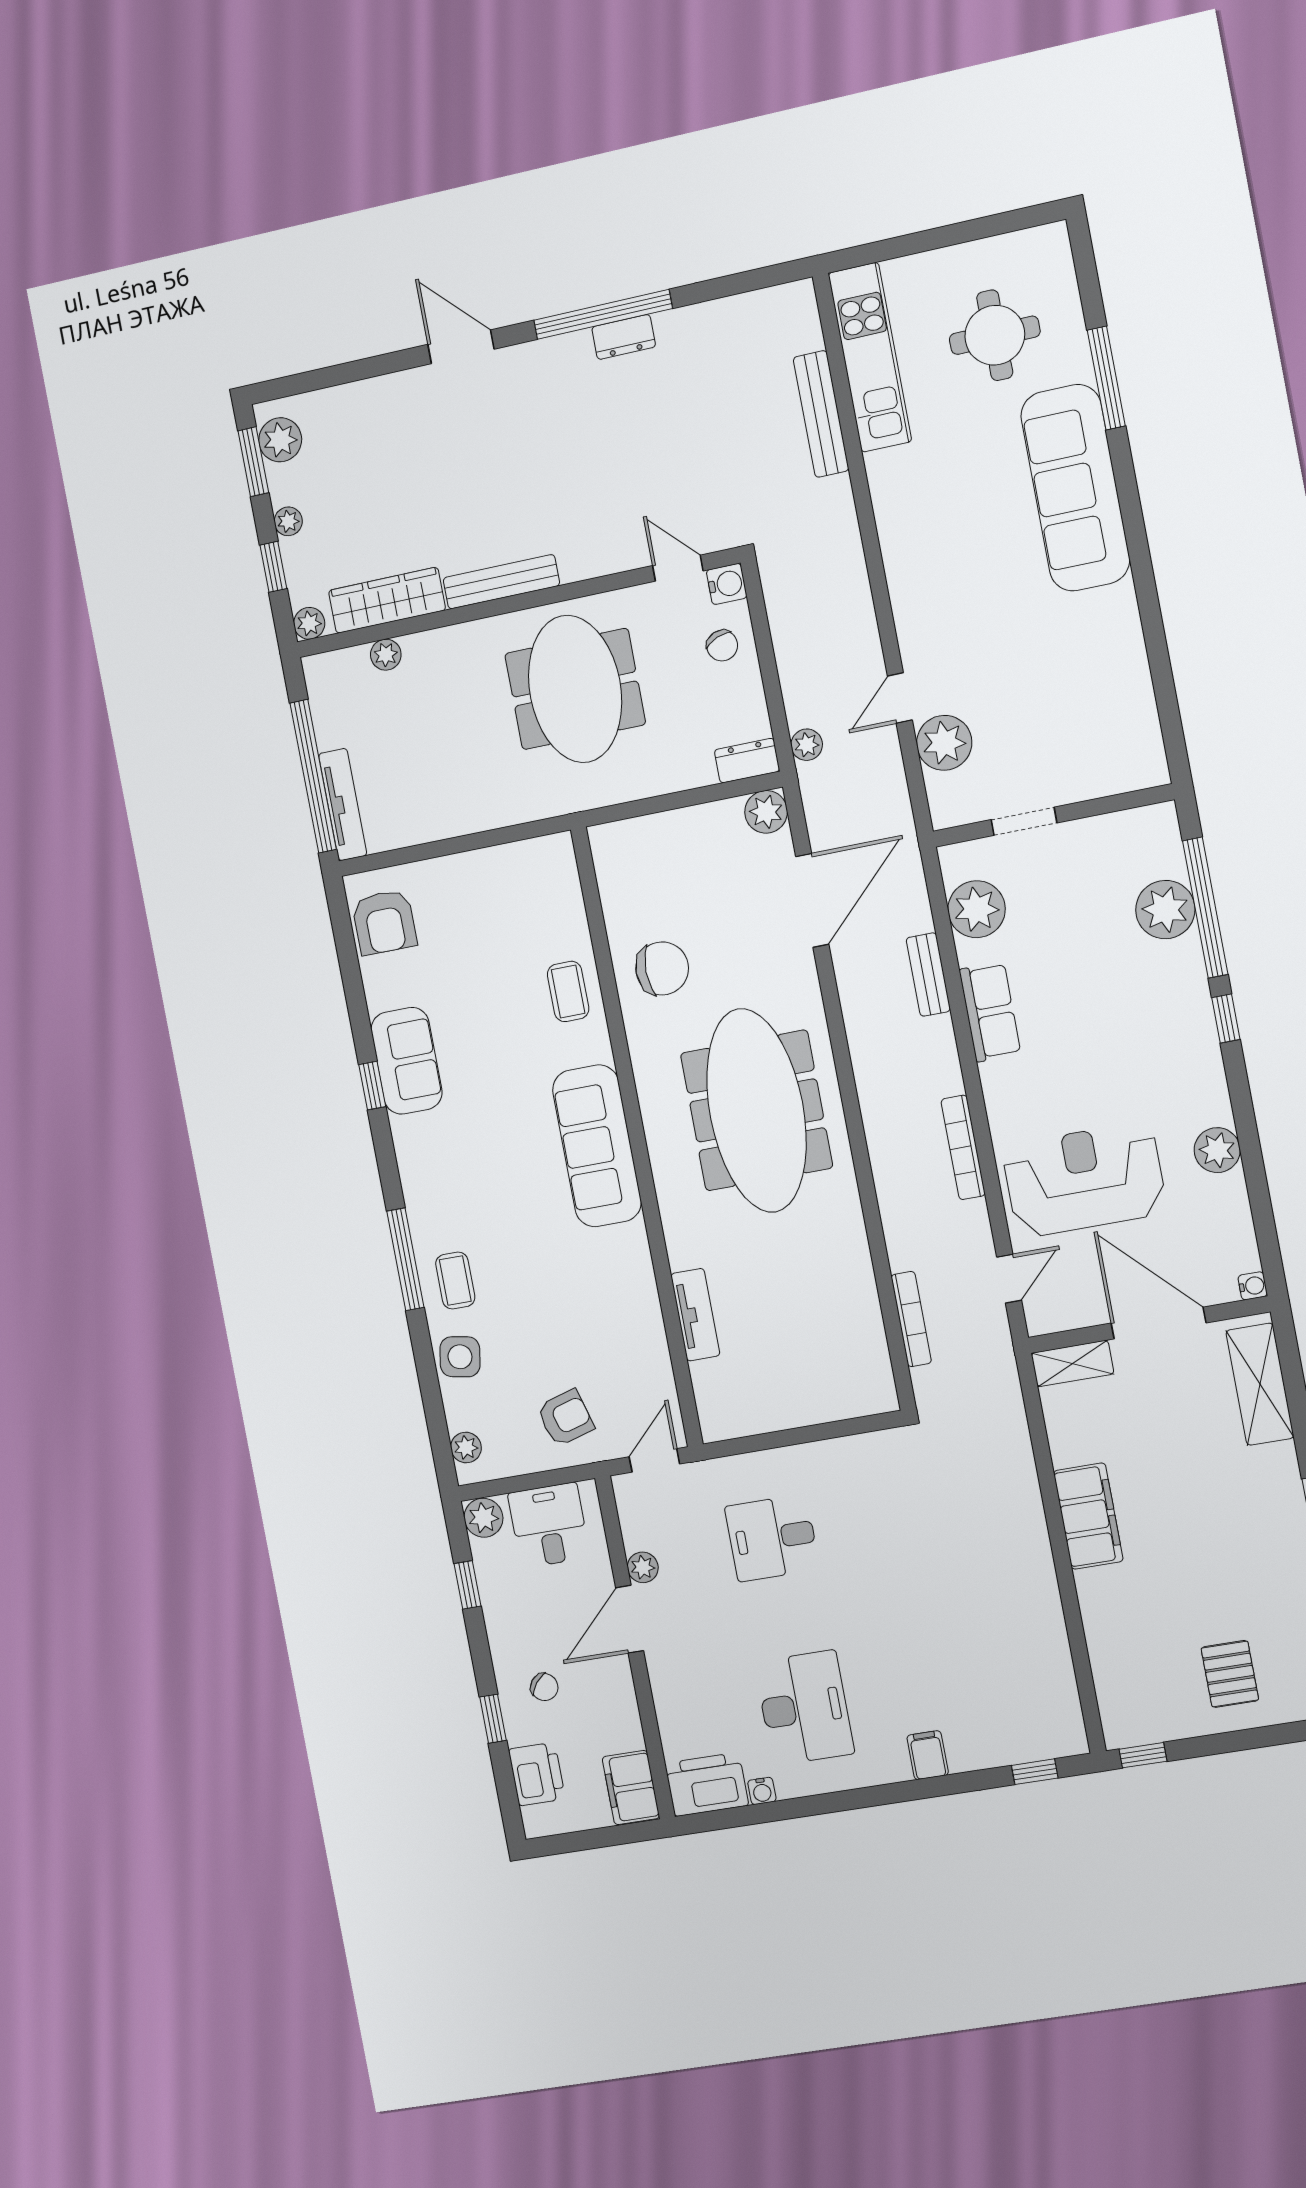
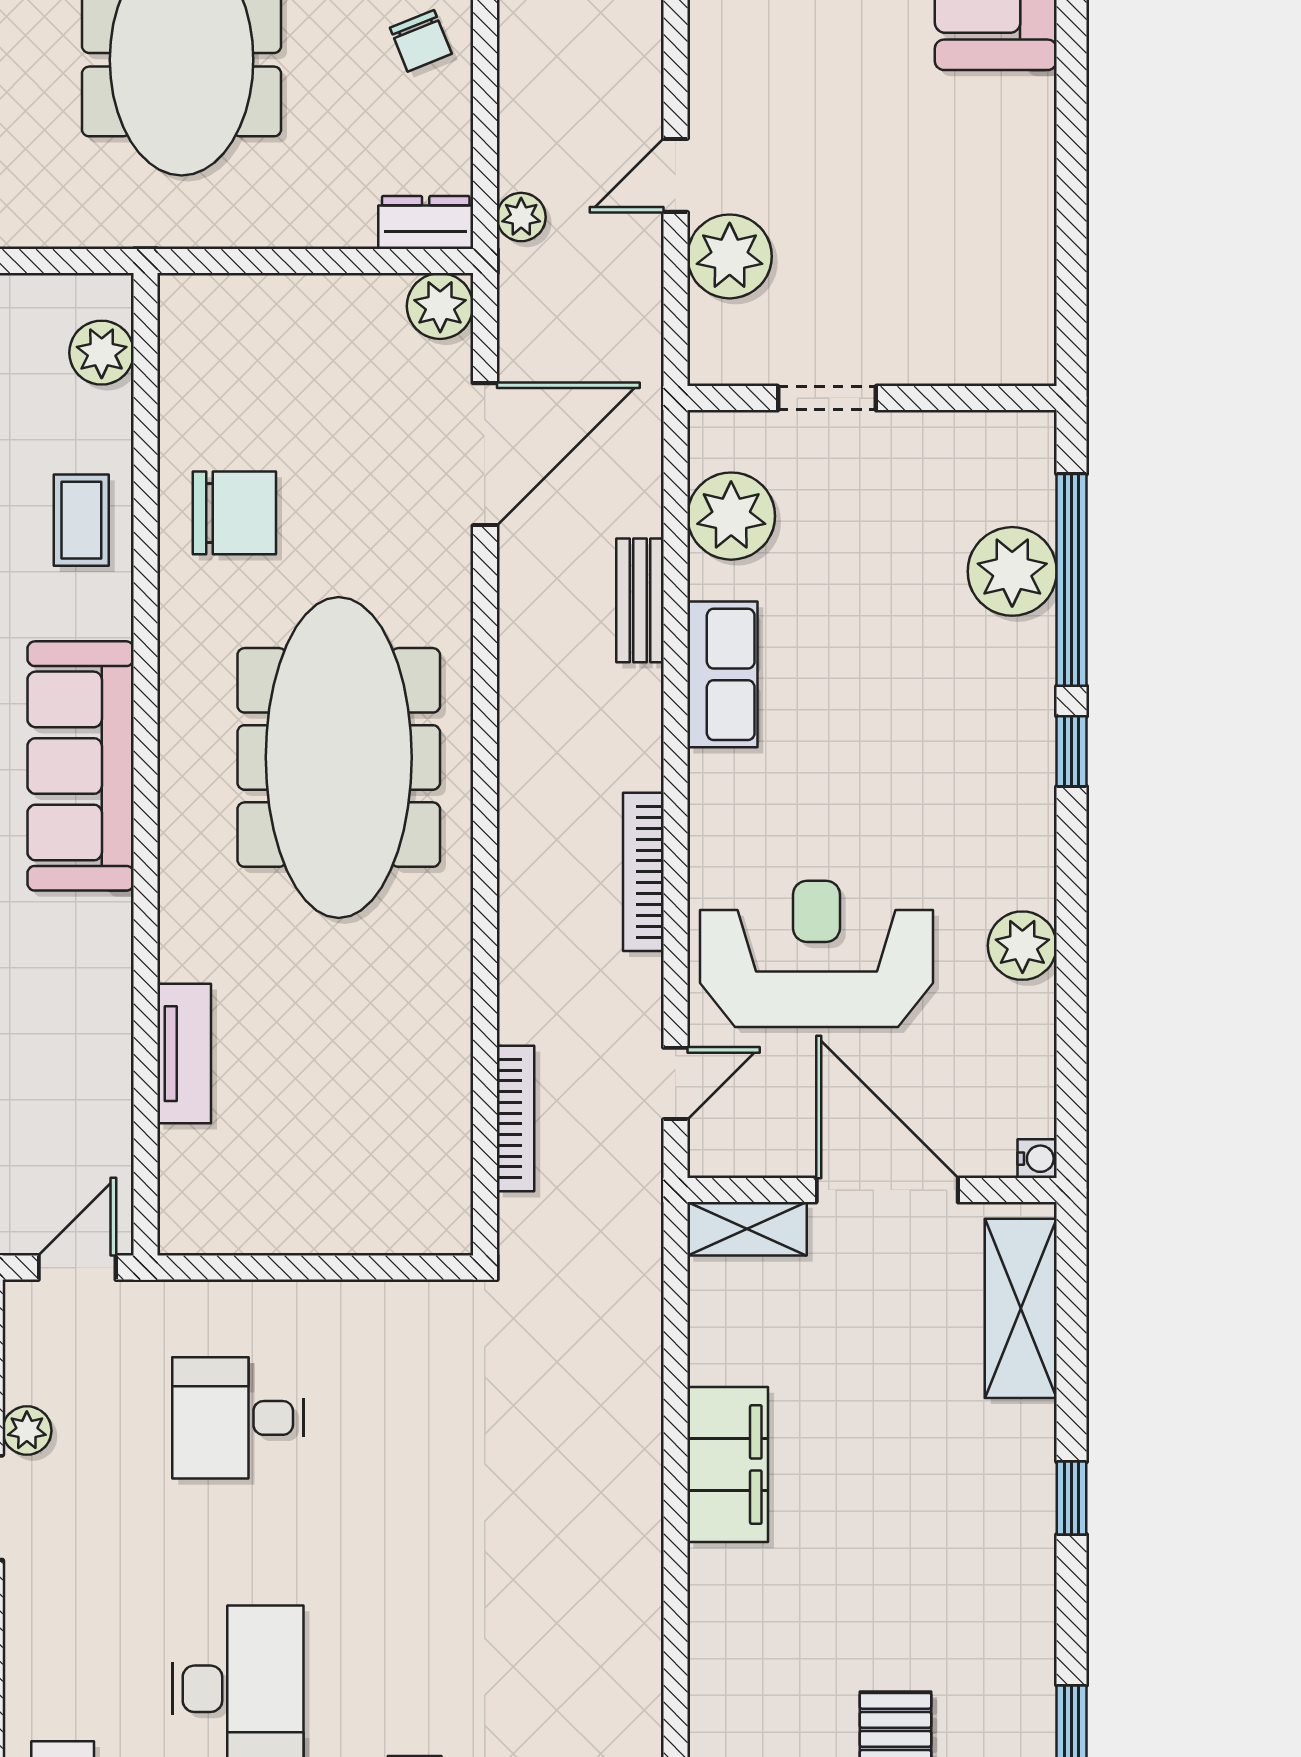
plant: (561, 884) -> (102, 353), added

